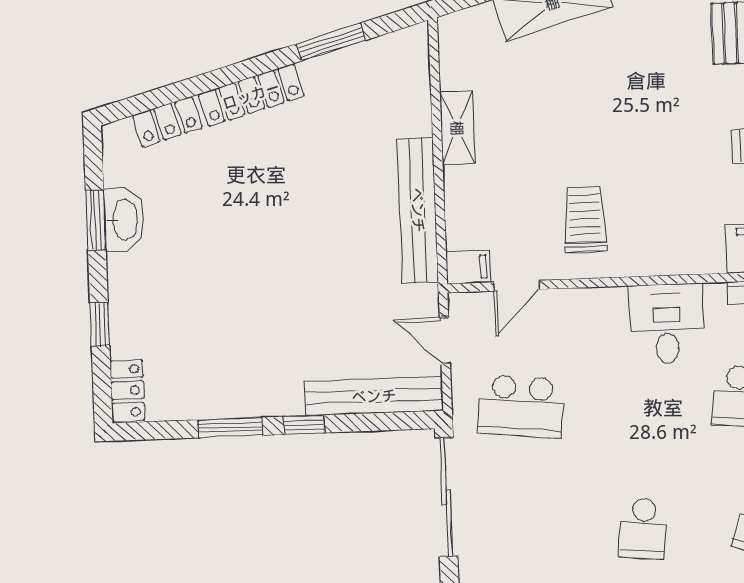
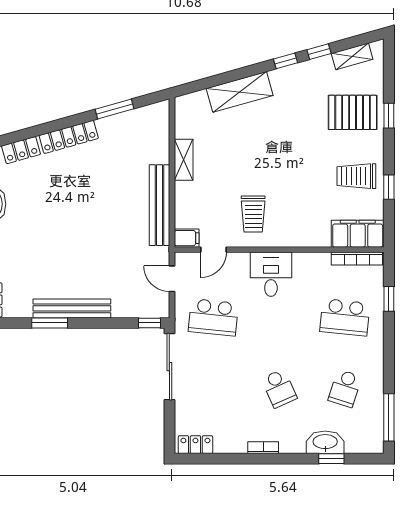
trolley: (585, 220) -> (253, 214), turned 180
desk: (667, 324) -> (271, 274), moved
bench: (374, 396) -> (72, 308), moved
window: (304, 425) -> (150, 323), moved
school desk: (643, 528) -> (279, 388), turned -30

